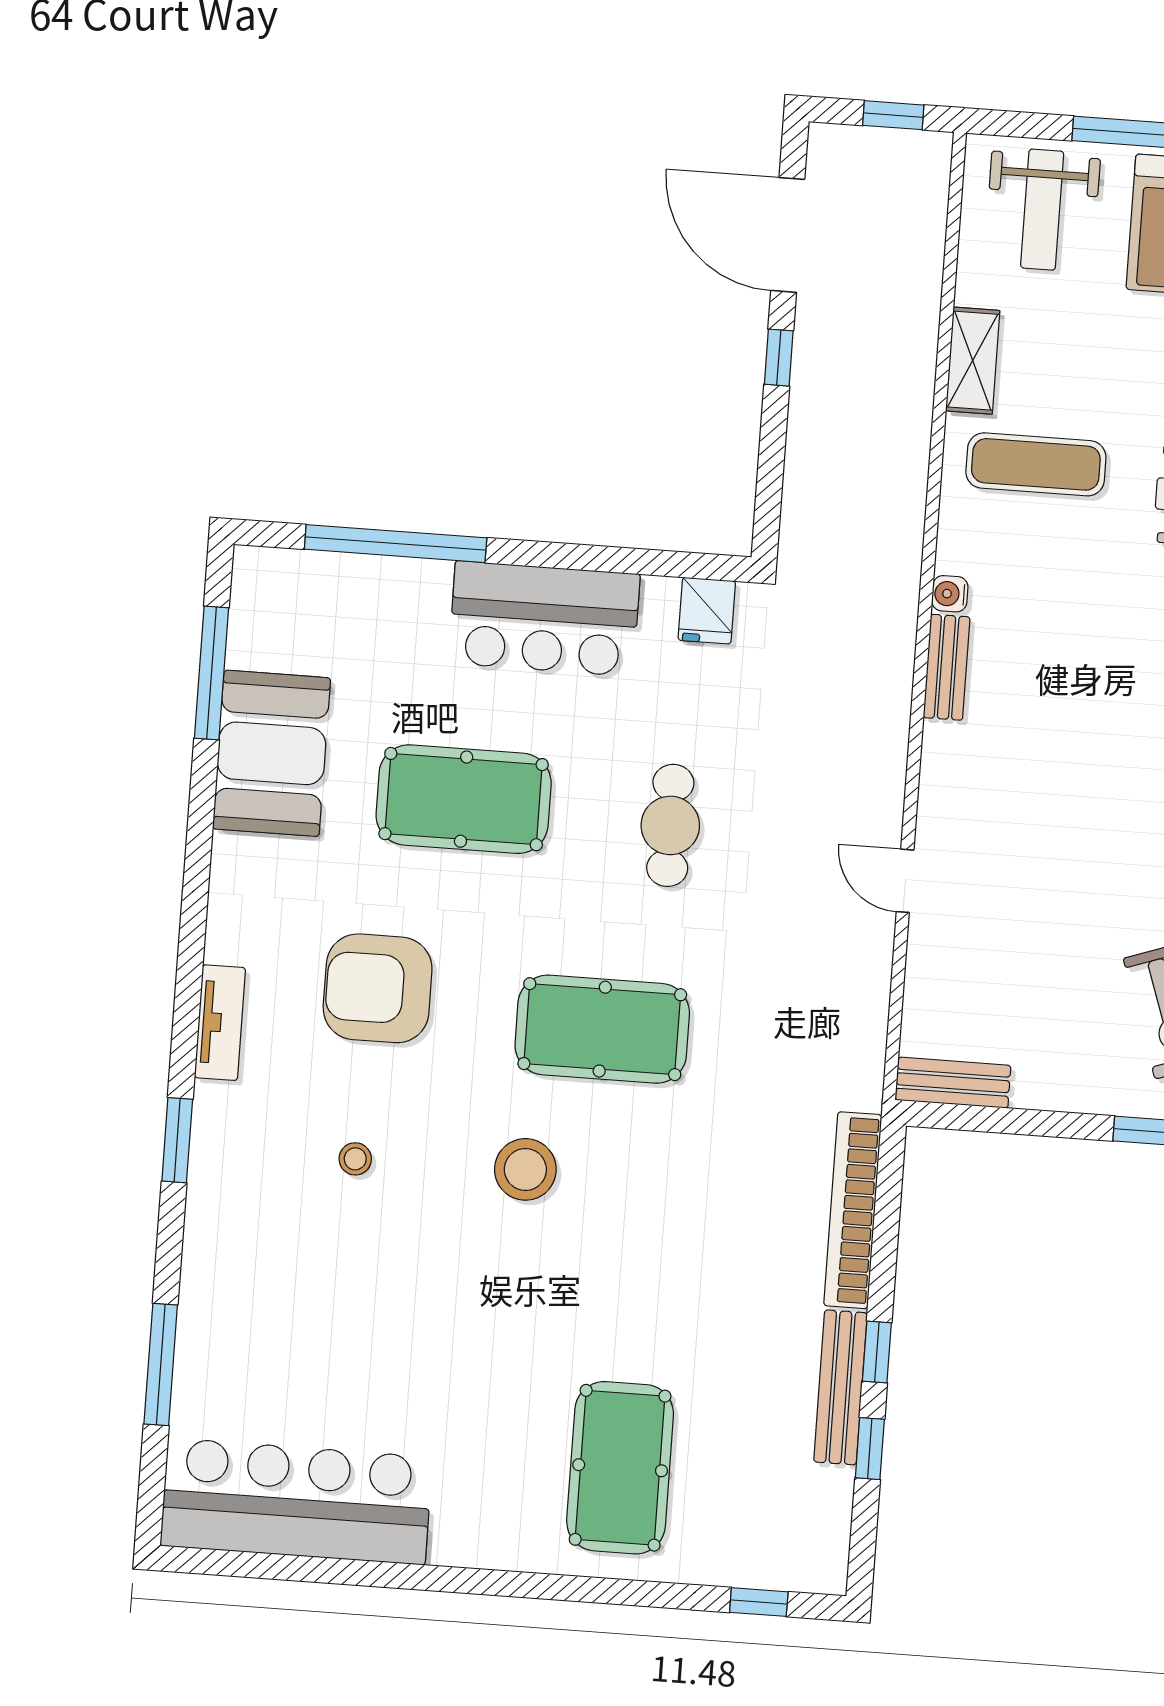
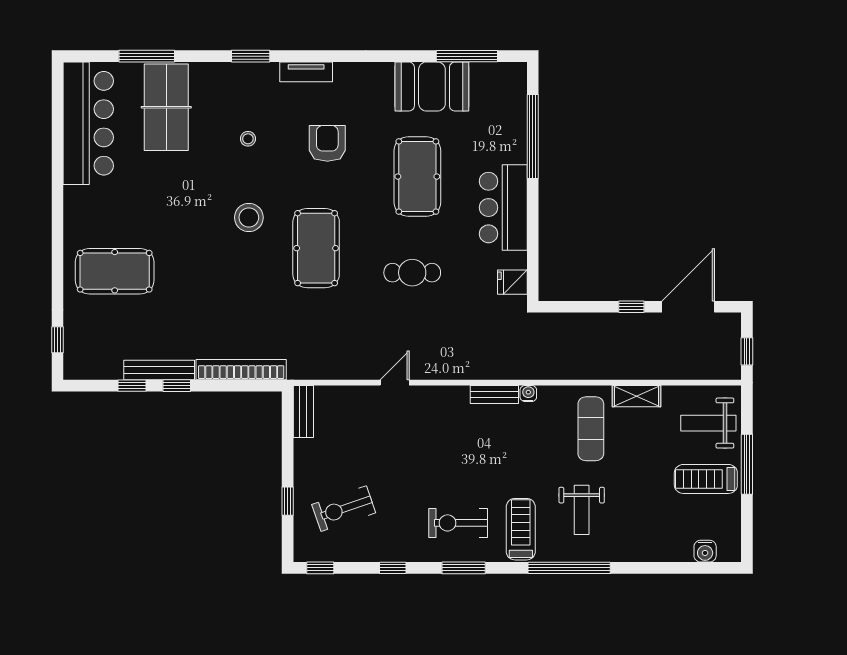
armchair: (378, 988) -> (327, 143), width x0.73, depth x0.73
table tennis table: (274, 1330) -> (166, 107), added

